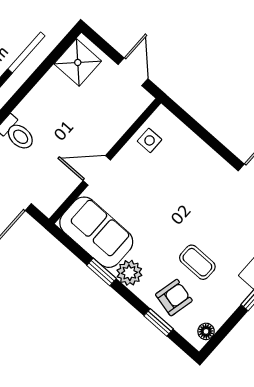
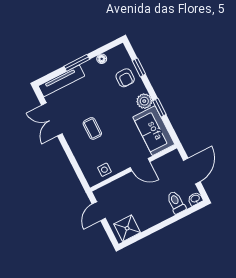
coffee table: (197, 262) -> (92, 128), moved
armchair: (174, 298) -> (125, 78), turned -103
floor lamp: (206, 331) -> (102, 59), moved

